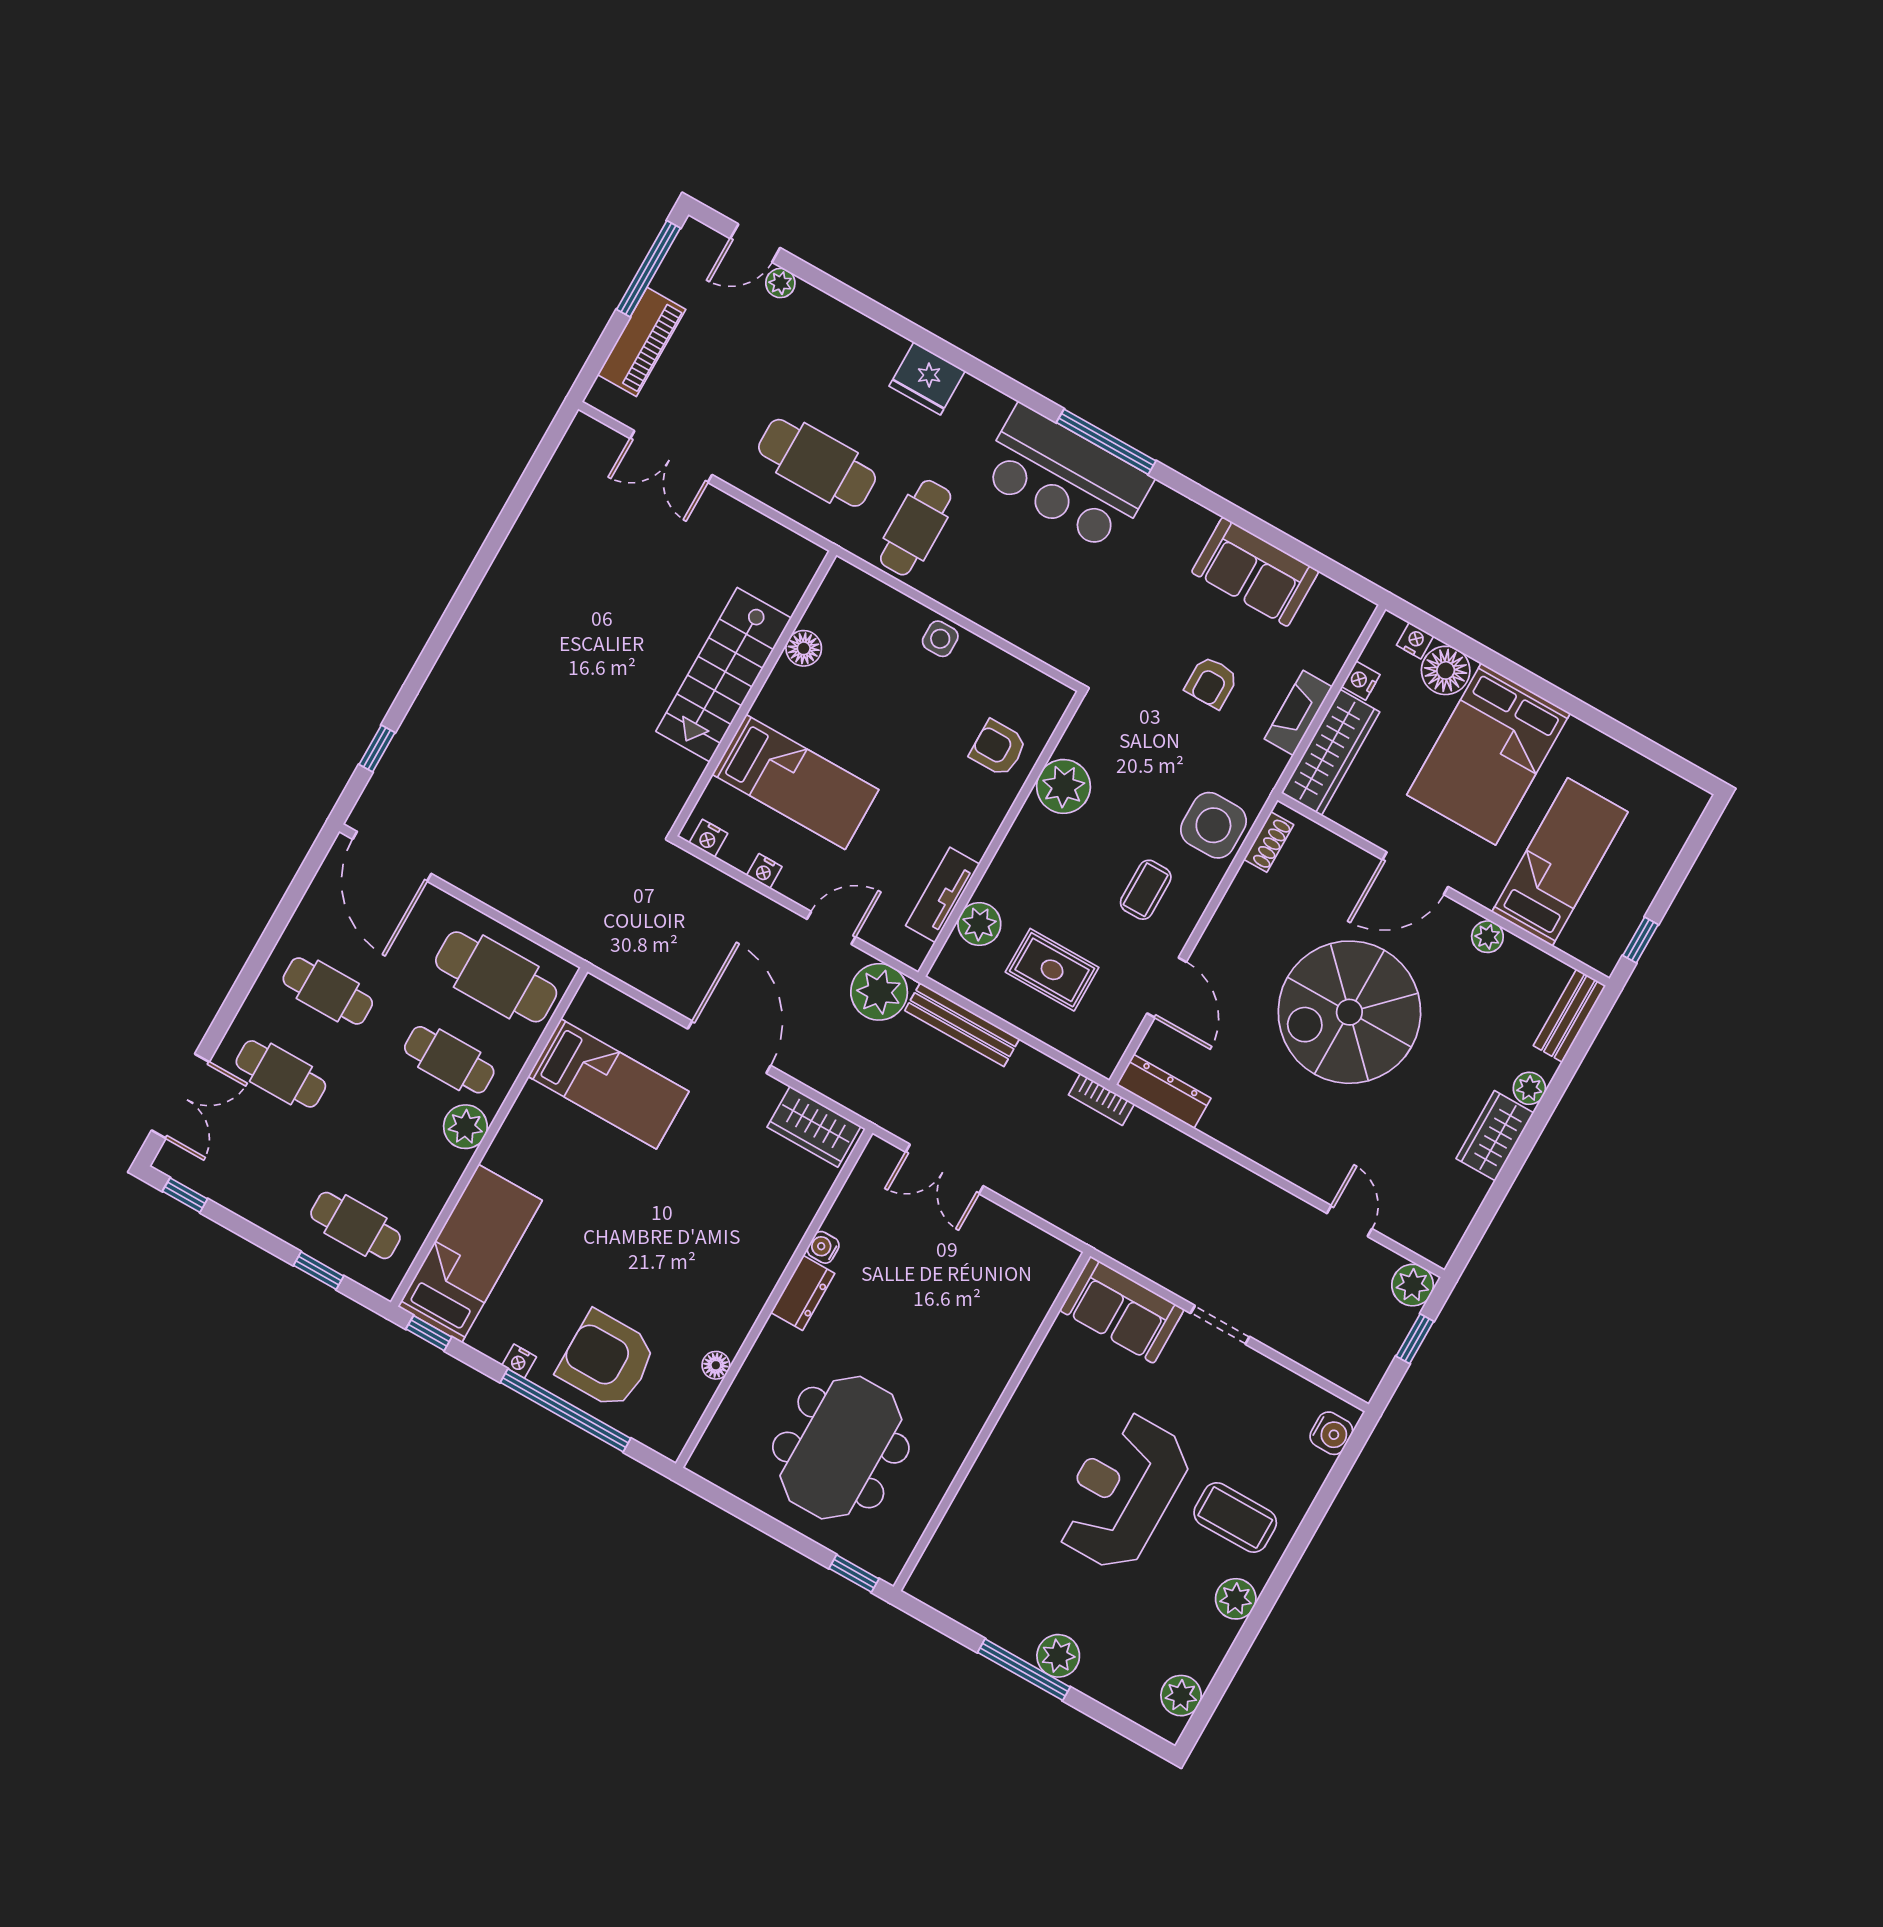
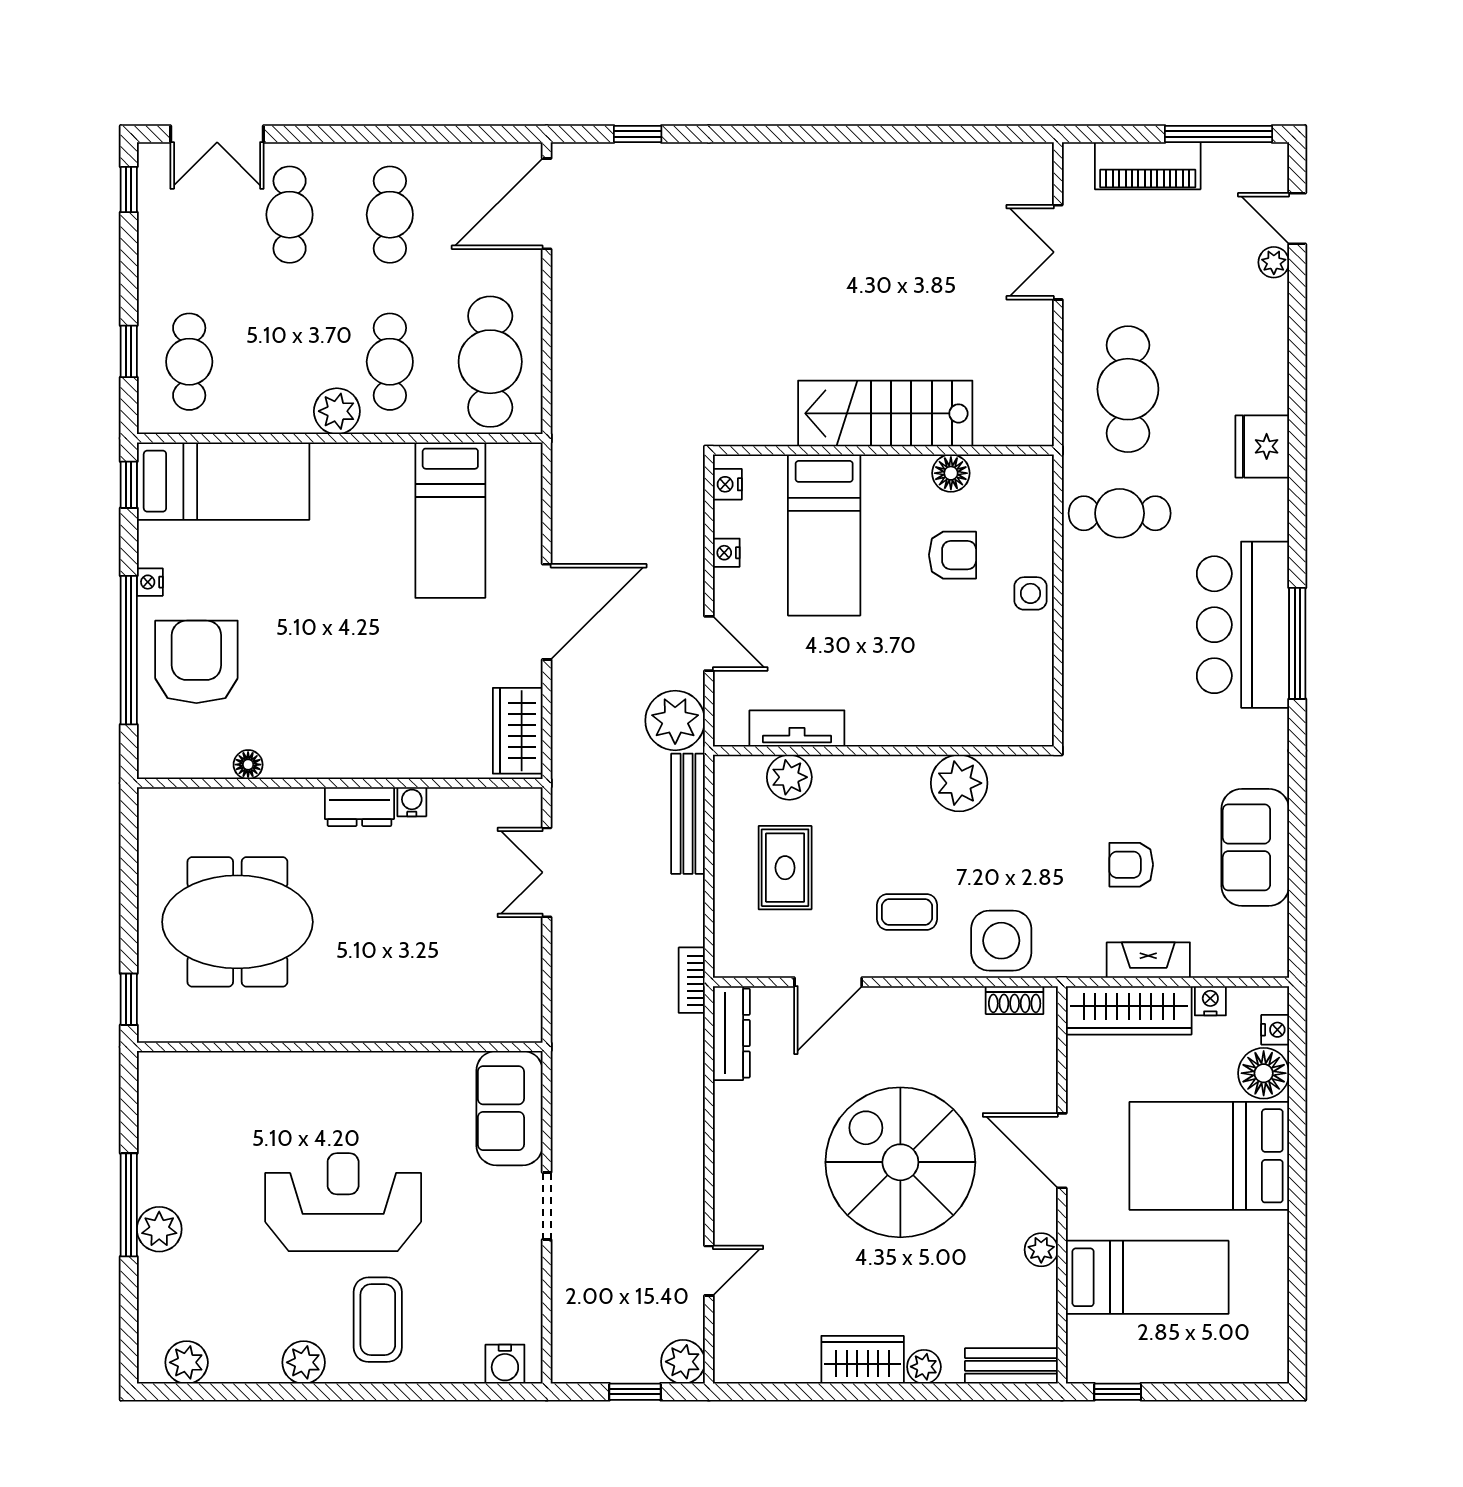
armchair: (998, 748) -> (953, 555), moved, turned 90

